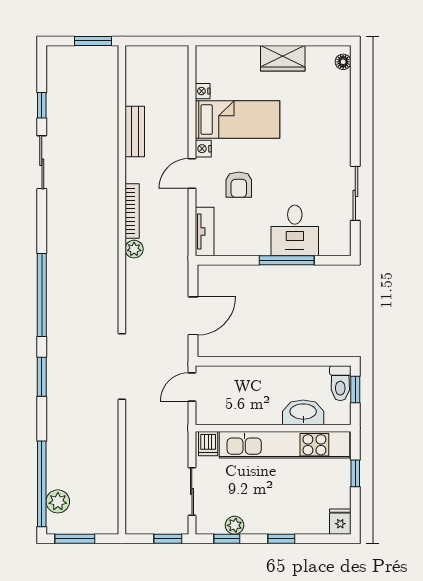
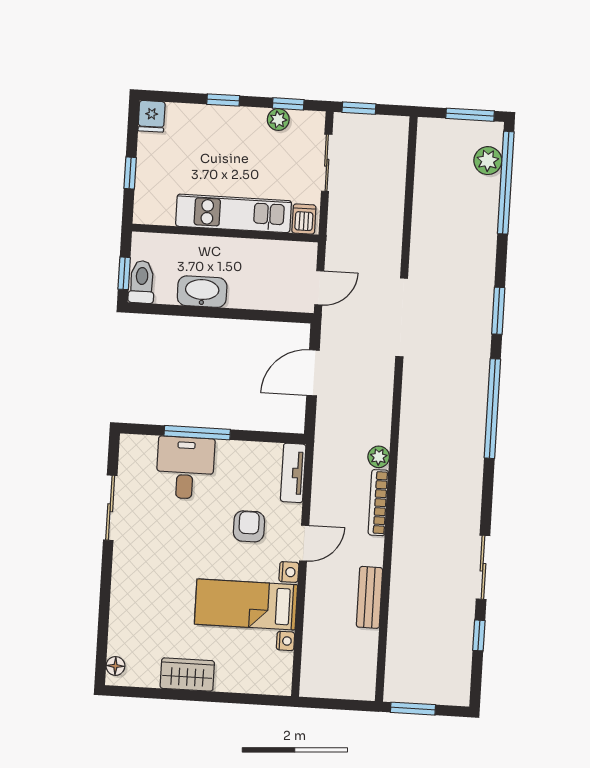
washbasin: (303, 412) -> (202, 292), moved, turned 180
kitchen unit: (284, 445) -> (234, 213), width x0.73

